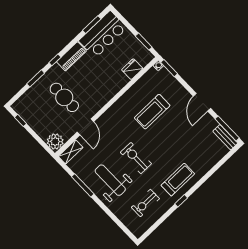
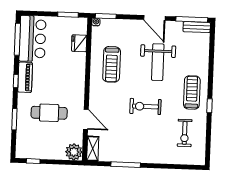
window: (92, 25) -> (17, 39), width x1.44
window: (55, 60) -> (16, 81), moved
treadmill: (152, 112) -> (112, 64), moved
weight bench: (110, 180) -> (158, 62), moved, turned -90

